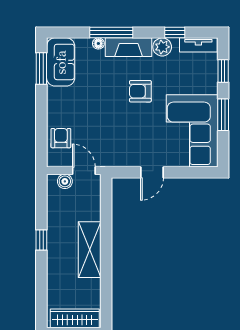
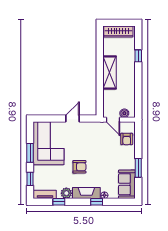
window: (111, 33) -> (97, 202), width x0.46
window: (41, 68) -> (138, 168), moved
window: (41, 240) -> (138, 56), moved

